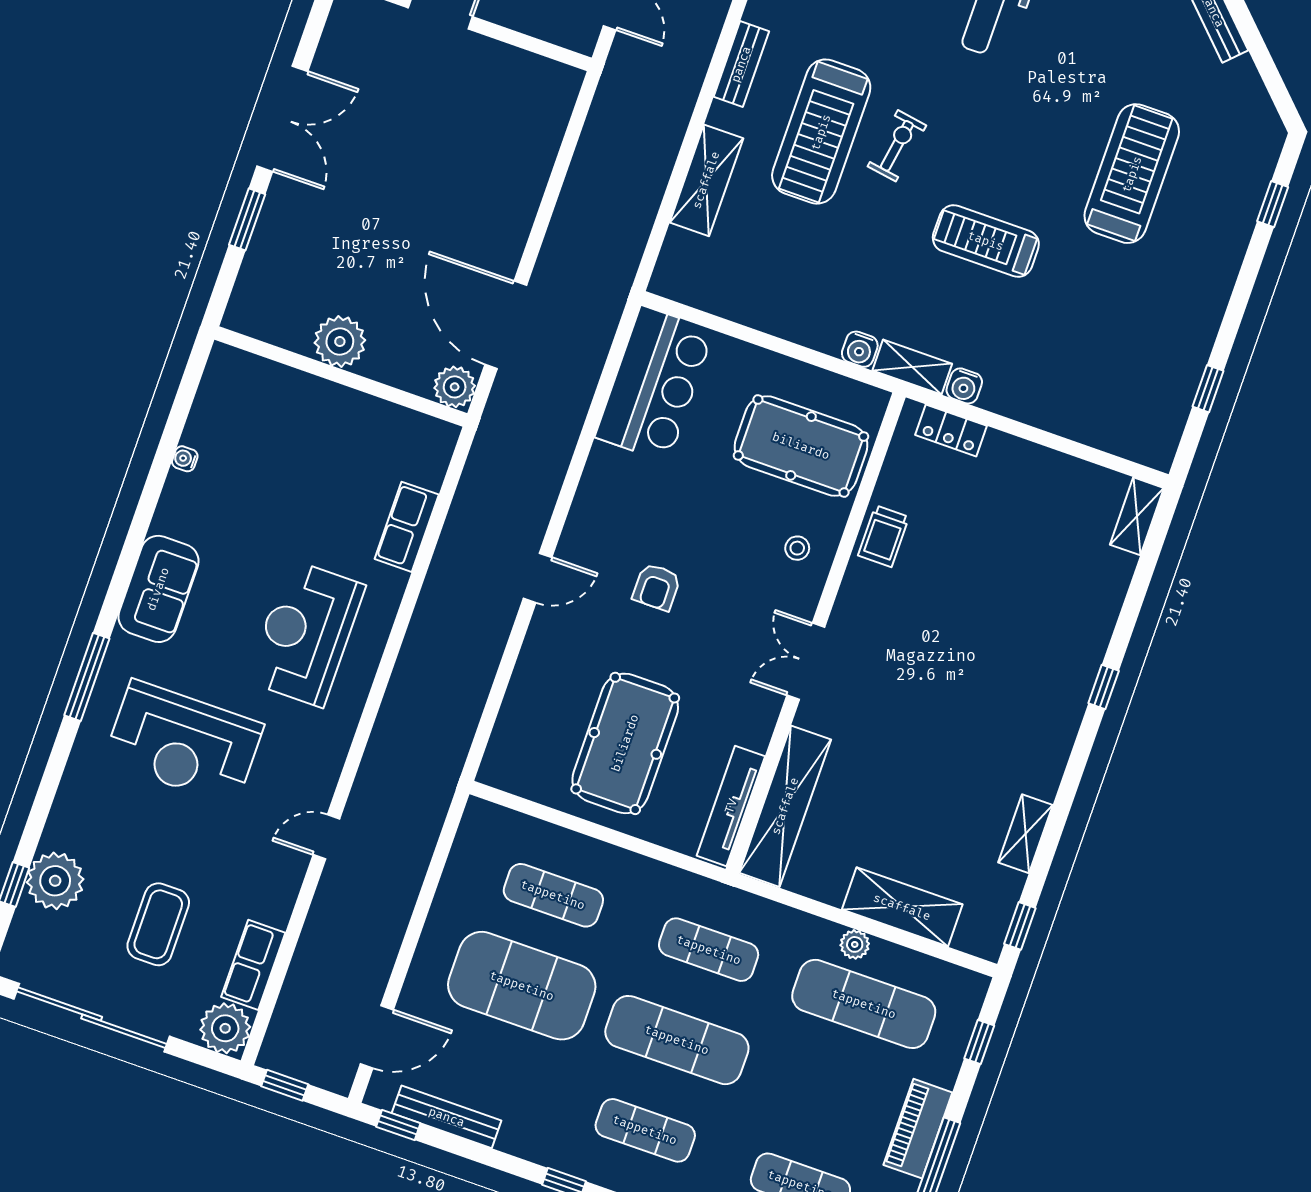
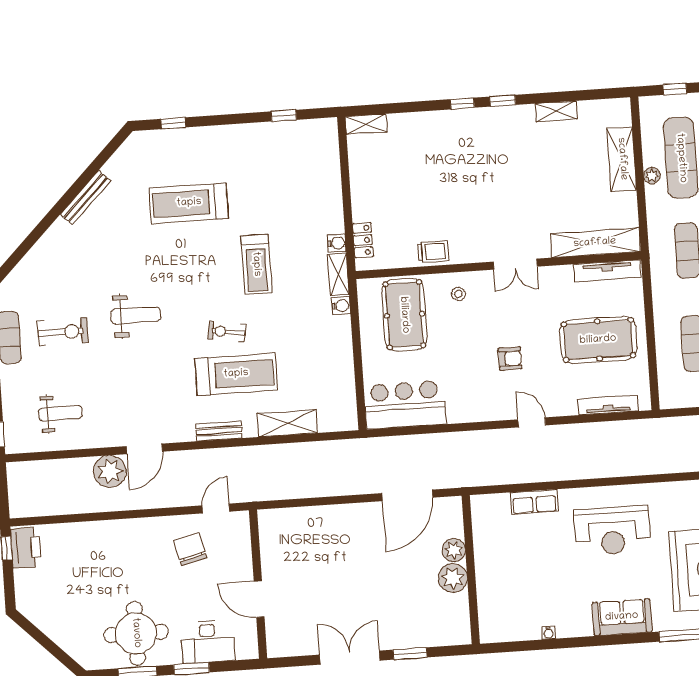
plant: (455, 387) -> (454, 550), moved
tv unit: (513, 714) -> (608, 405), added
window: (1020, 926) -> (503, 101), moved

